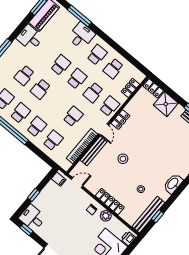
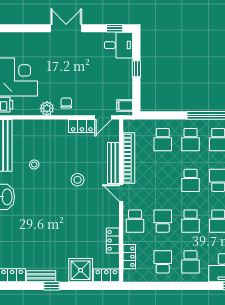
school desk: (73, 116) -> (190, 180), moved
locker: (120, 120) -> (113, 240), moved
locker: (110, 202) -> (82, 126), moved, width x0.66

